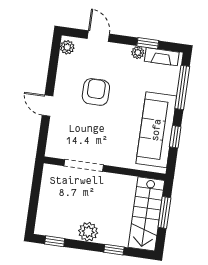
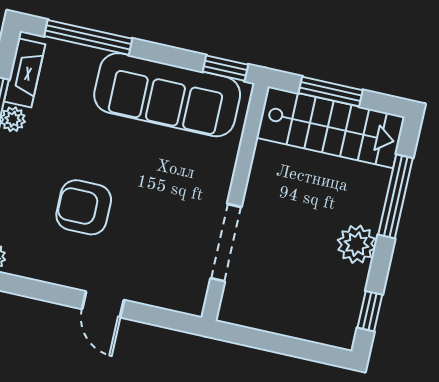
door: (47, 106) -> (103, 304), hinge flipped
window: (175, 137) -> (225, 68), moved
window: (114, 250) -> (396, 196), width x2.17

